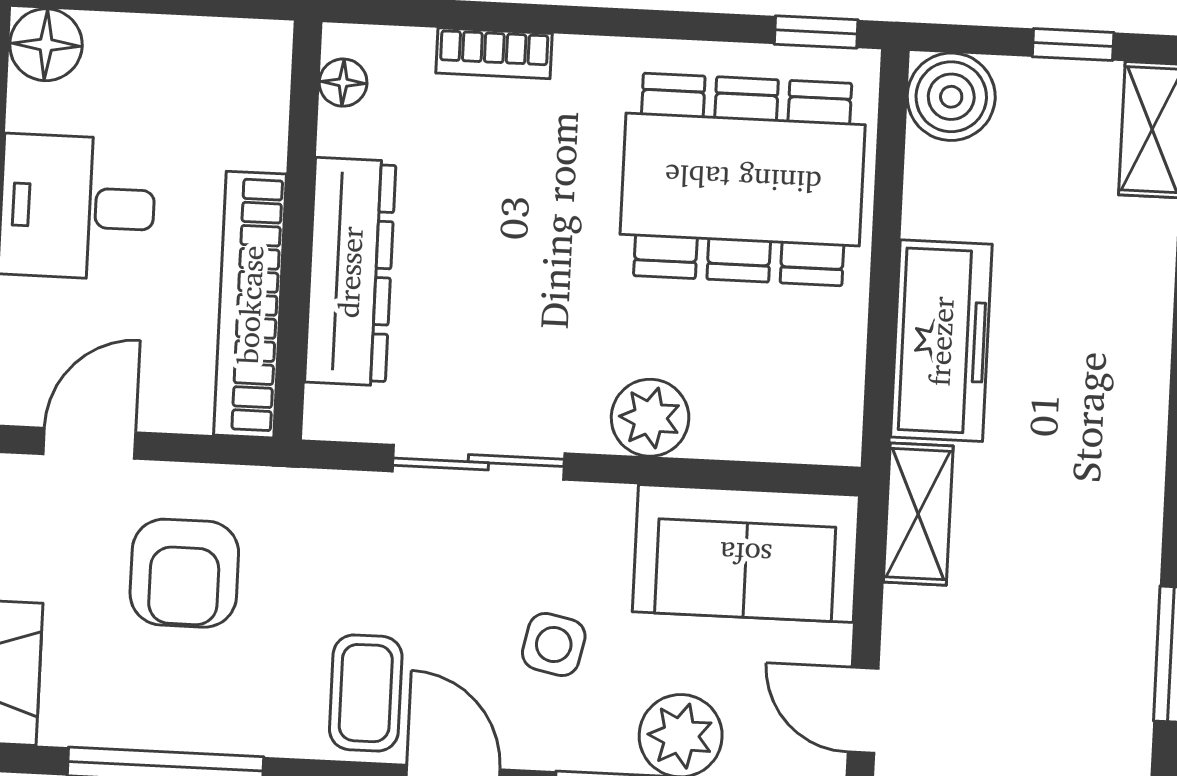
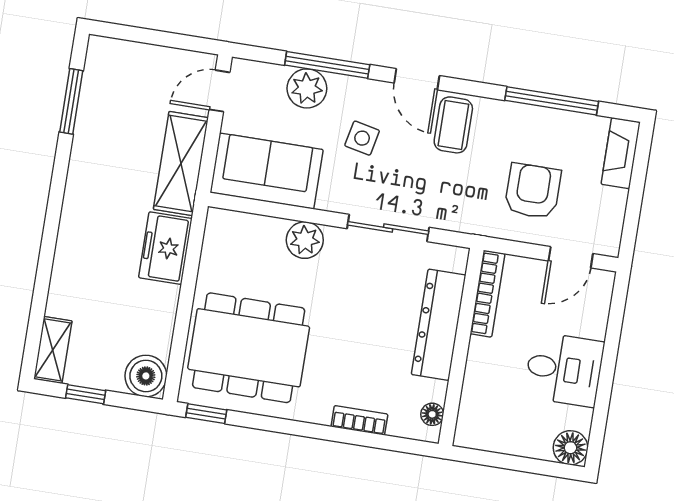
bookcase: (250, 305) -> (488, 294), width x0.68, depth x0.76
freezer: (941, 341) -> (165, 248), width x0.71
shelving: (918, 514) -> (181, 164), width x1.50, depth x1.33
door: (863, 710) -> (219, 91), swing flipped

